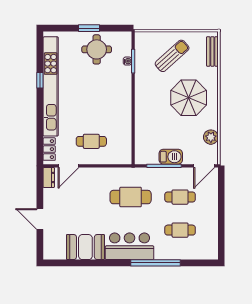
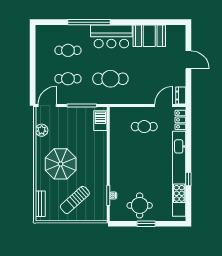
barbecue: (171, 157) -> (100, 121), moved, turned 90

